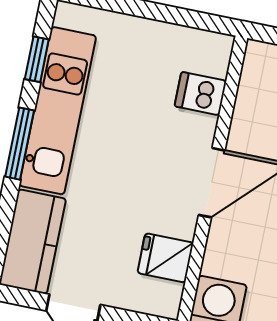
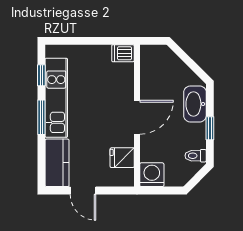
dishwasher: (201, 94) -> (123, 53), moved

